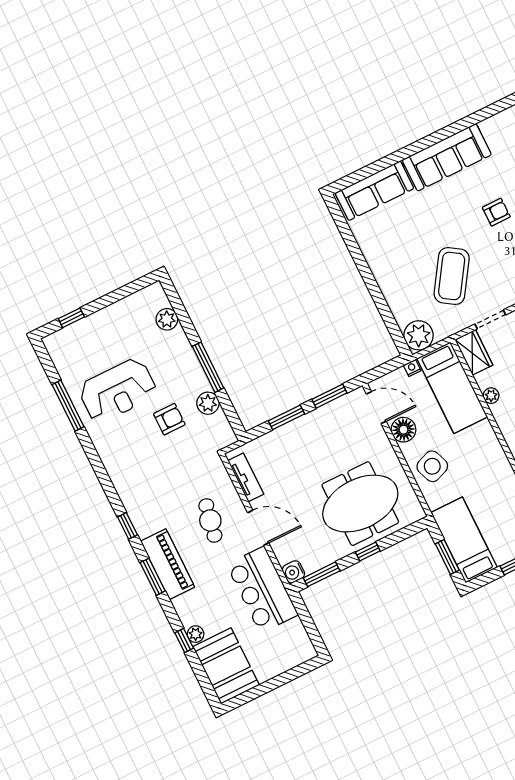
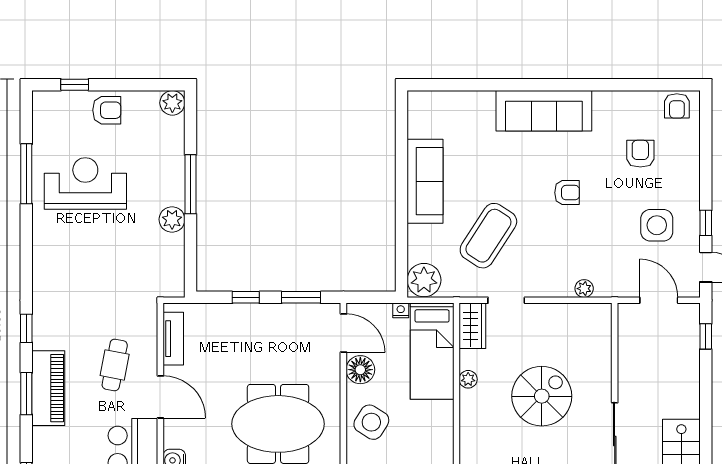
sofa: (374, 191) -> (425, 181), moved, turned -90
plant: (167, 319) -> (172, 103), moved
window: (208, 367) -> (190, 184), moved
reception desk: (118, 390) -> (85, 183), turned 180
plant: (208, 403) -> (172, 219), moved
window: (286, 417) -> (246, 297), width x0.67
armchair: (169, 419) -> (107, 110), moved
side table: (432, 466) -> (371, 422), turned -37

